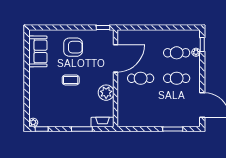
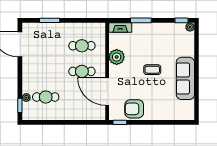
armchair: (73, 47) -> (134, 109), moved
sofa: (38, 51) -> (185, 78), moved, width x1.36
door: (116, 58) -> (107, 92), hinge flipped
cafe table: (177, 78) -> (82, 46), moved

